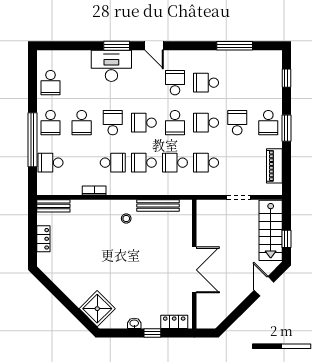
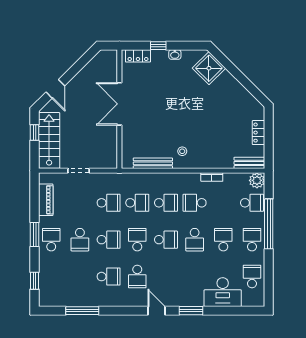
desk: (111, 66) -> (223, 292), moved
plant: (45, 187) -> (257, 180), added

